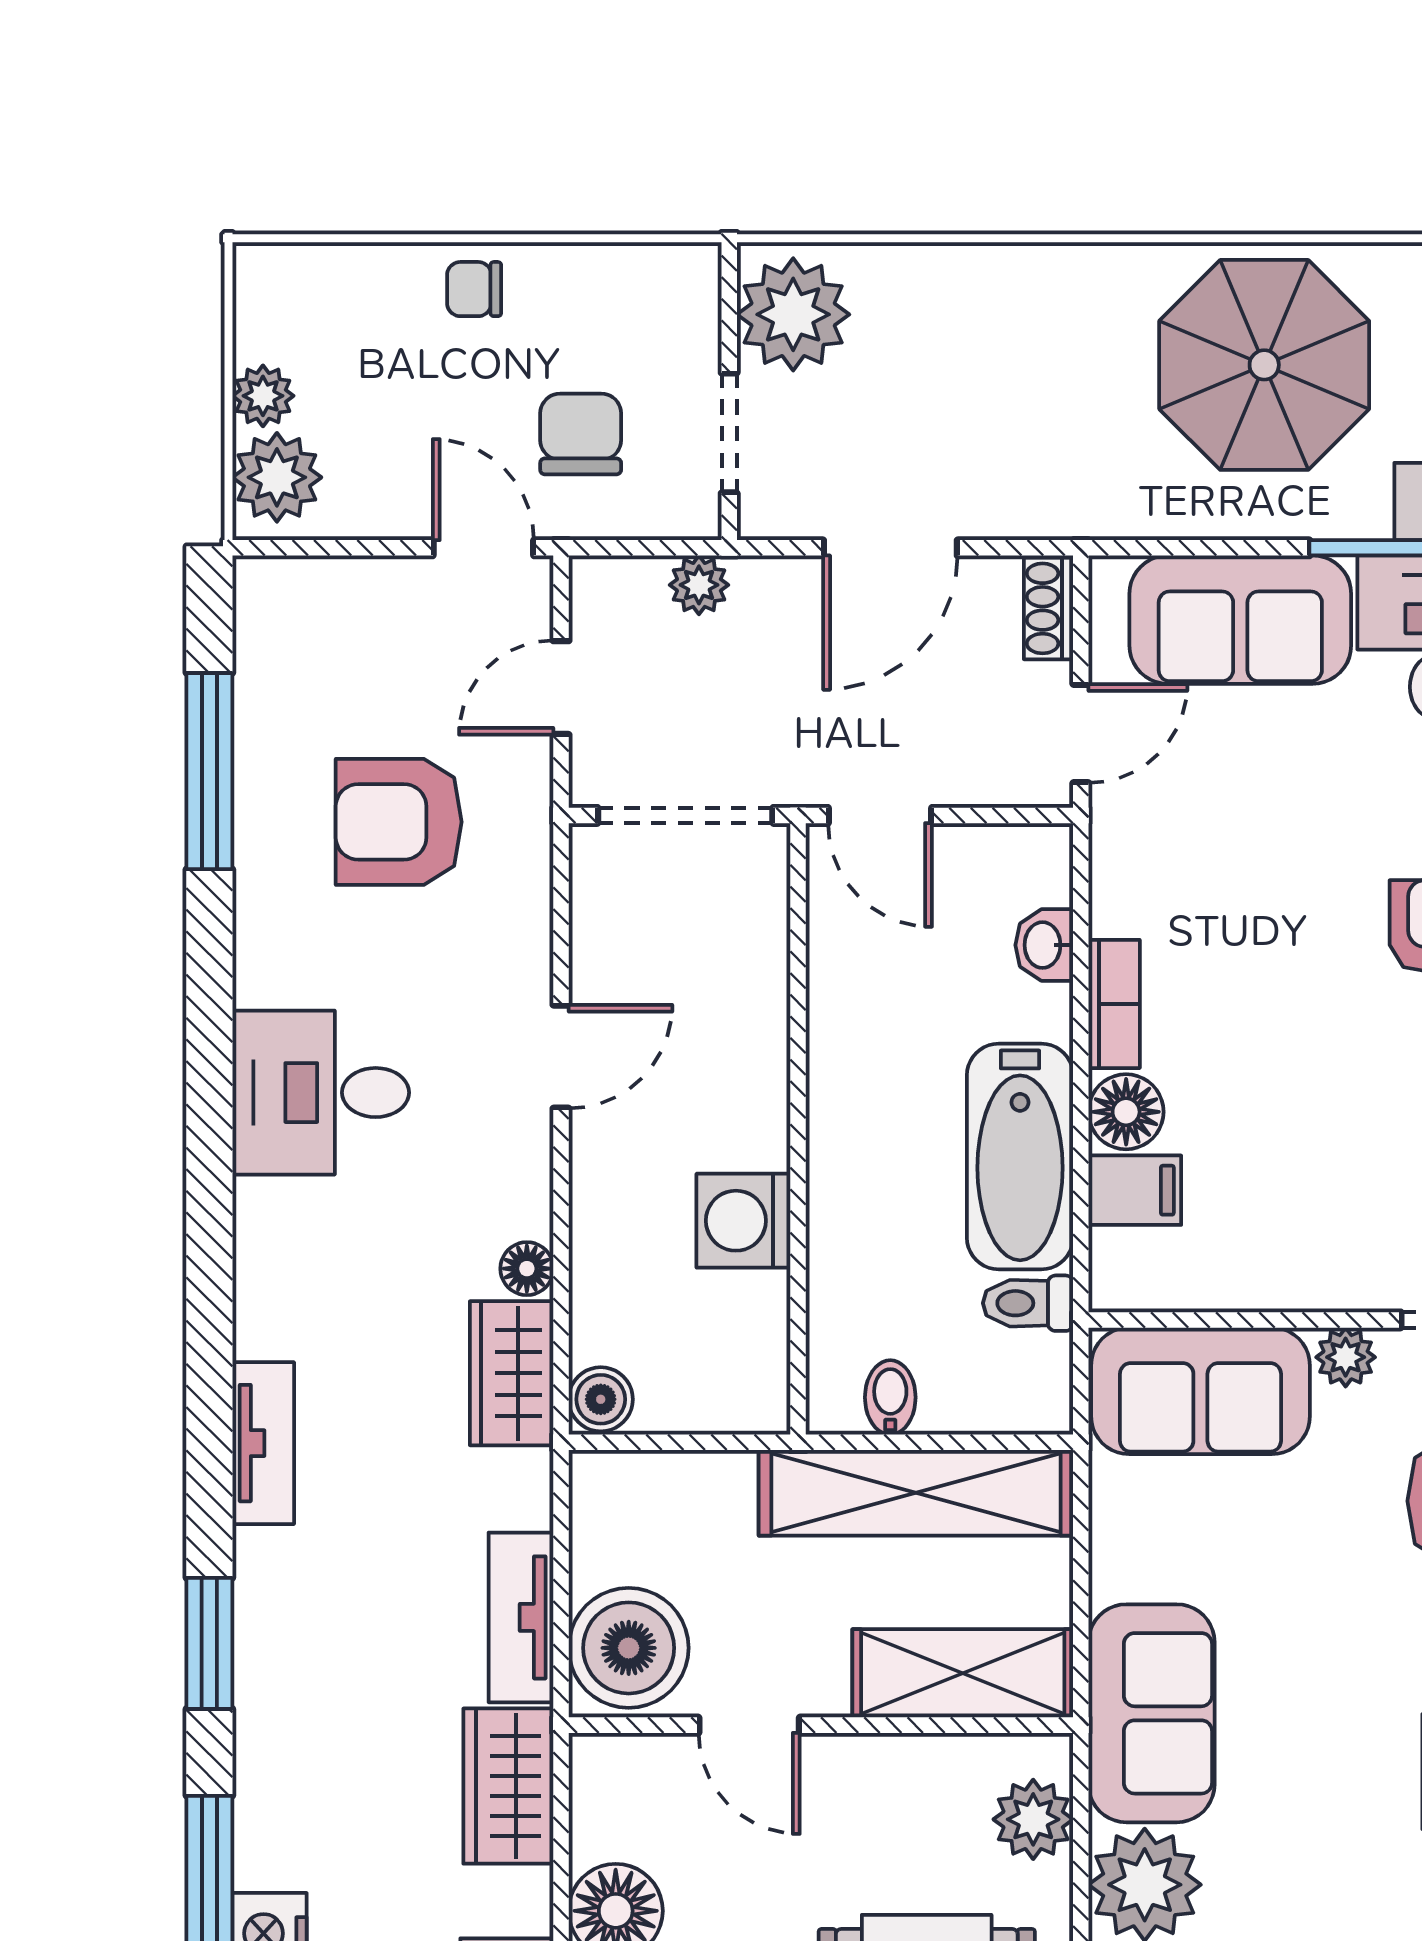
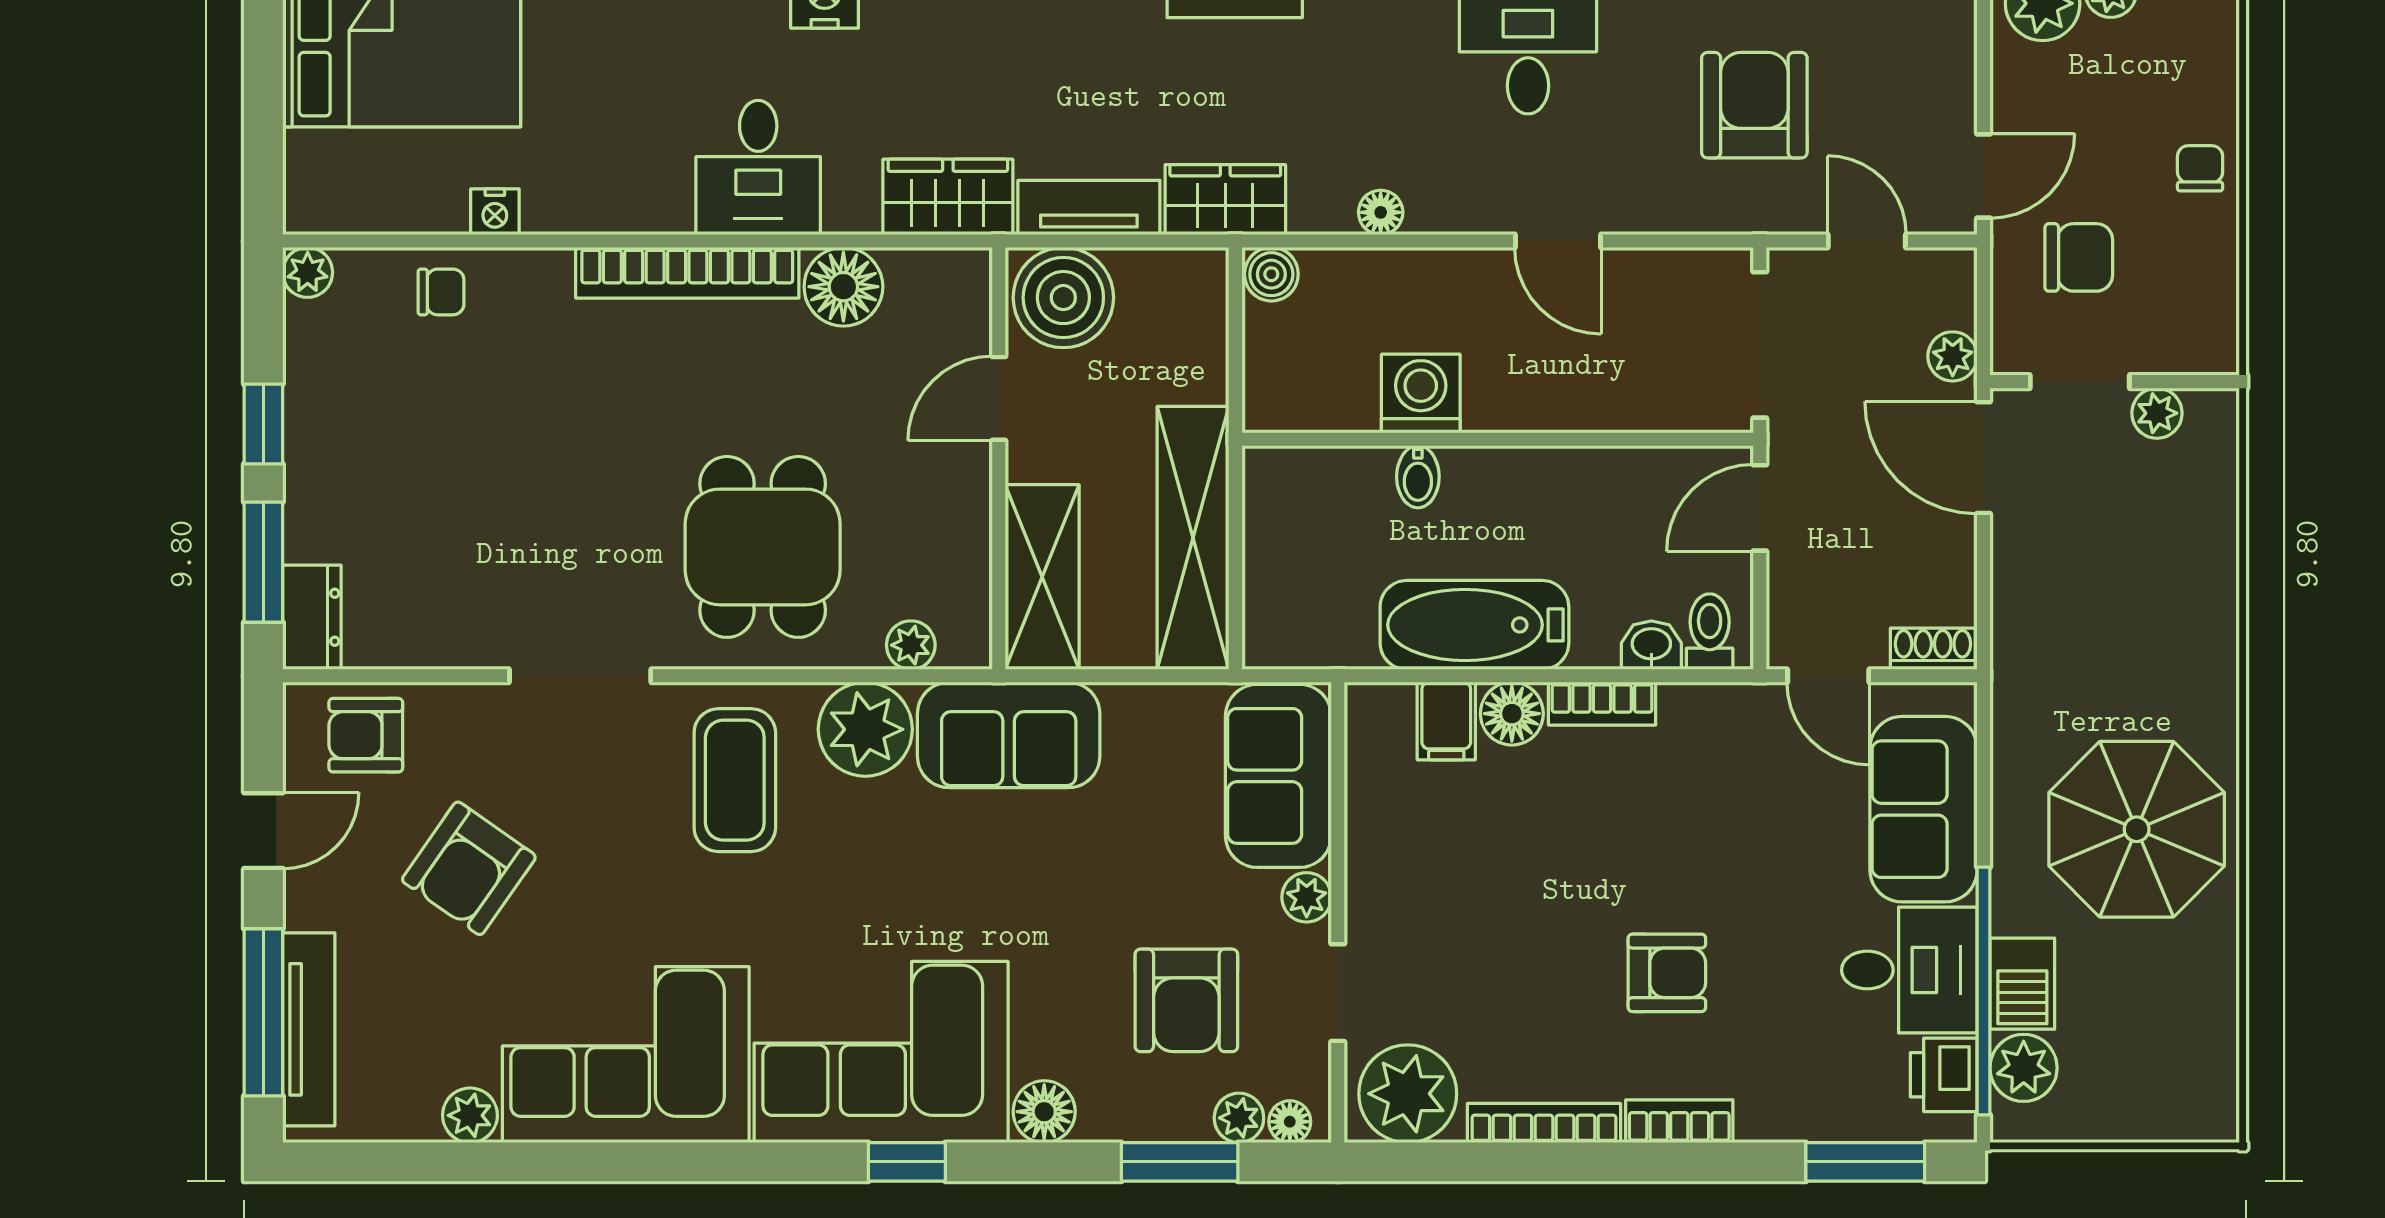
plant: (793, 314) -> (2157, 413), width x0.53, depth x0.53
door: (890, 548) -> (1984, 458), moved
toilet: (1028, 1303) -> (1710, 632), moved
wardrobe: (512, 1373) -> (1225, 200), moved
bidet: (890, 1397) -> (1418, 477), moved, turned 90
plant: (1033, 1819) -> (911, 645), width x0.73, depth x0.73

